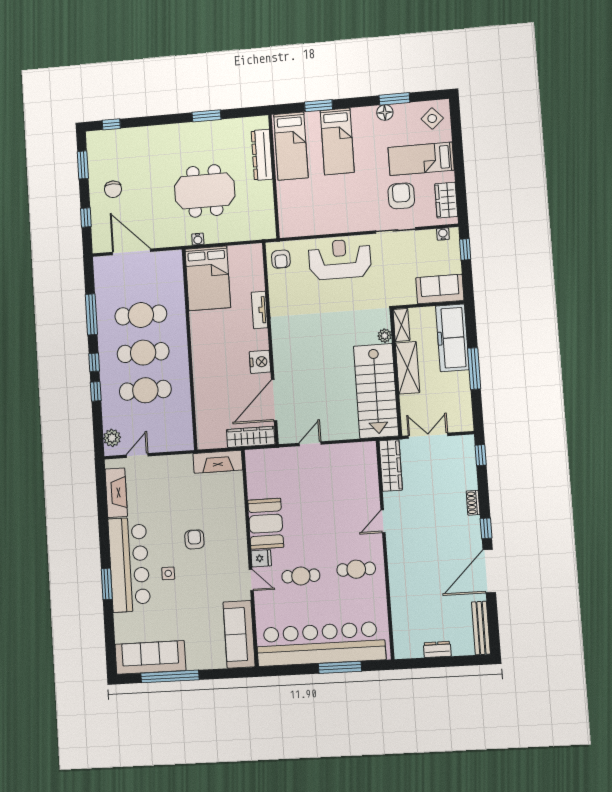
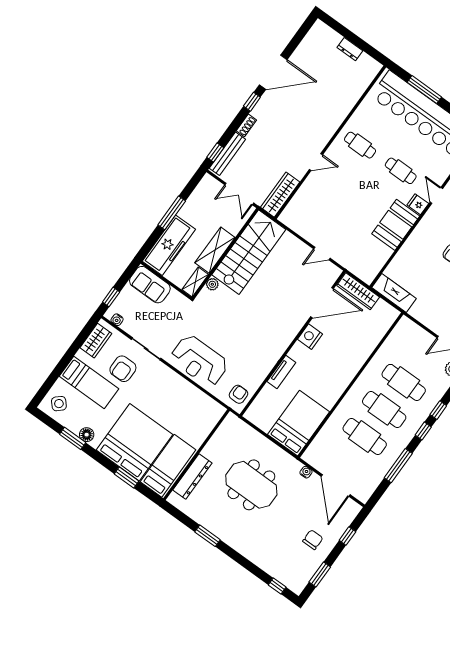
bed: (337, 141) -> (134, 442), width x2.04
water cooler: (198, 239) -> (306, 472), moved
bench: (481, 628) -> (227, 154), moved

